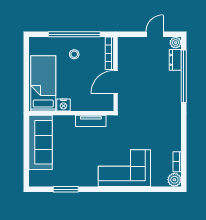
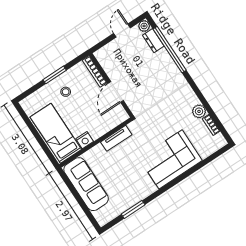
window: (74, 34) -> (55, 75), width x0.47
plant: (174, 180) -> (199, 111), moved

